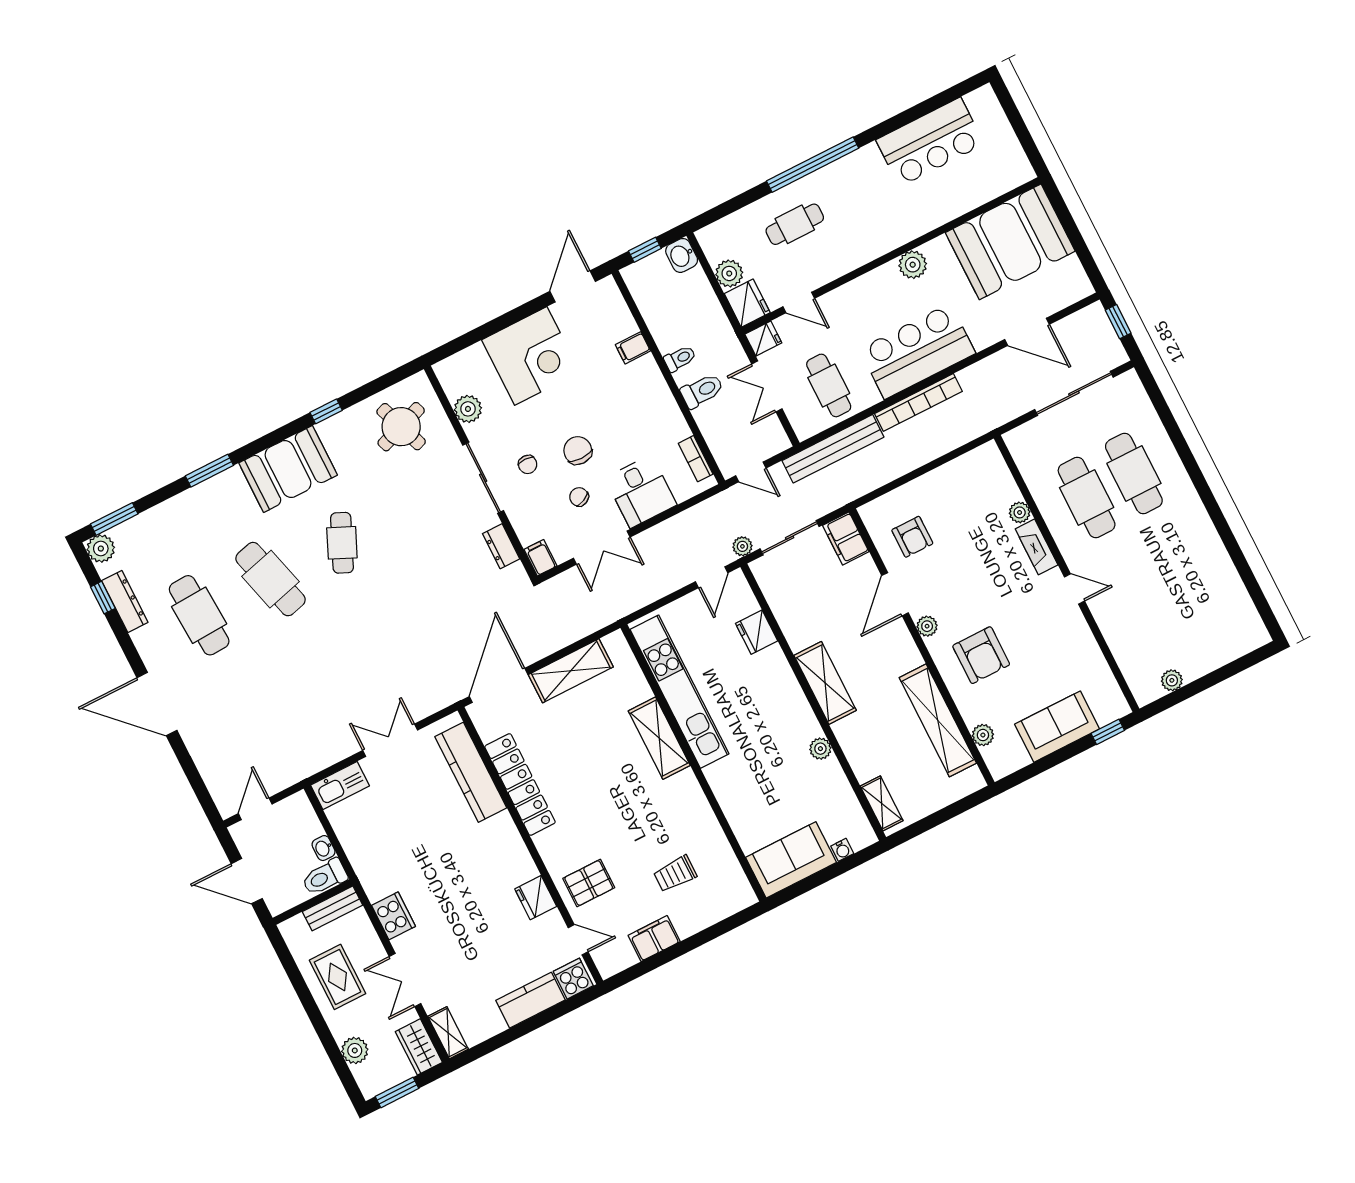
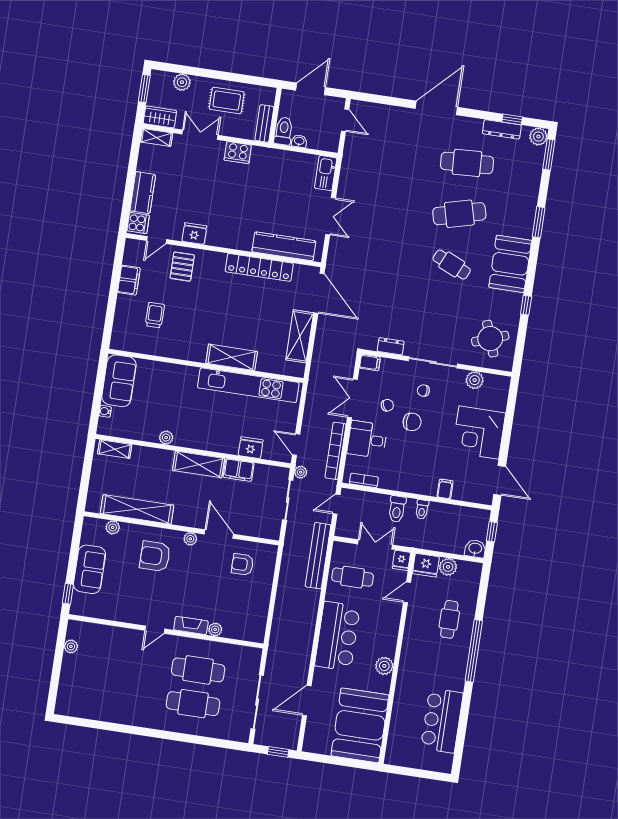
bookcase: (918, 402) -> (335, 451), moved
filing cabinet: (846, 538) -> (239, 470), moved, turned 180

